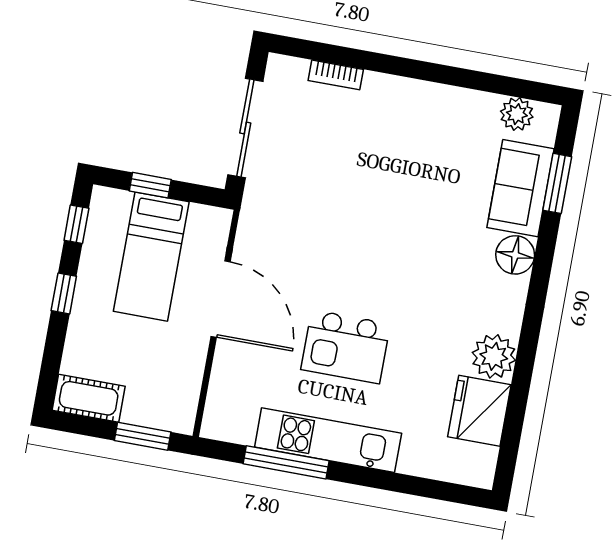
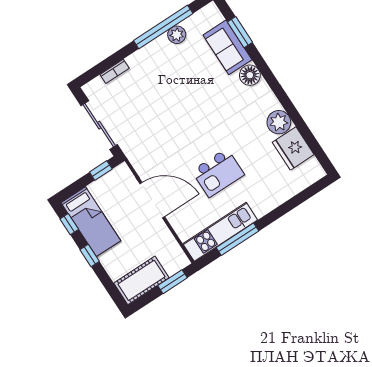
window: (459, 77) -> (163, 27), added
plant: (517, 114) -> (177, 35), moved
window: (150, 185) -> (101, 171), moved
bed: (151, 257) -> (91, 222), moved
cot: (89, 398) -> (141, 280), width x1.37, depth x1.34
kitchen unit: (328, 440) -> (220, 232), moved

